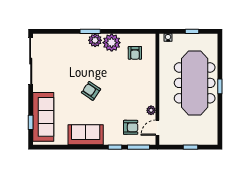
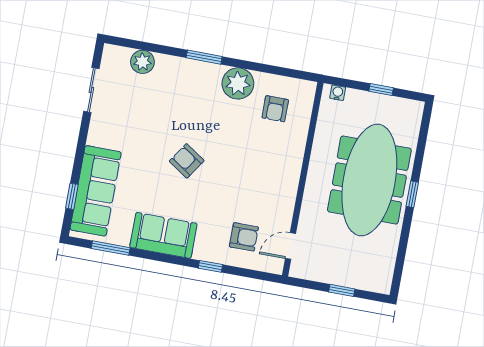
plant: (95, 40) -> (142, 62), moved
sliding door: (31, 61) -> (91, 90), width x0.54
plant: (151, 110) -> (285, 214), removed
window: (138, 147) -> (111, 248), moved

